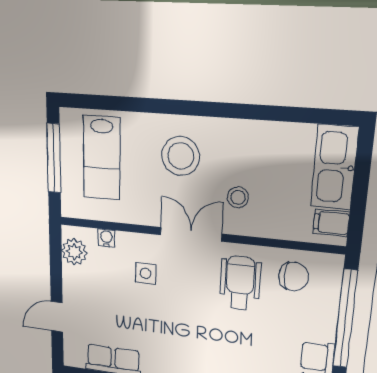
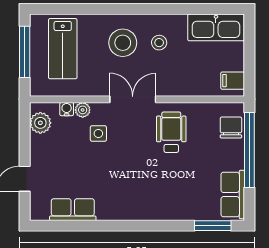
kitchen sink: (334, 167) -> (216, 27), moved, turned -90
stool: (238, 197) -> (159, 43), moved
plant: (126, 241) -> (83, 110), added
chair: (294, 276) -> (231, 127), moved, turned -90

